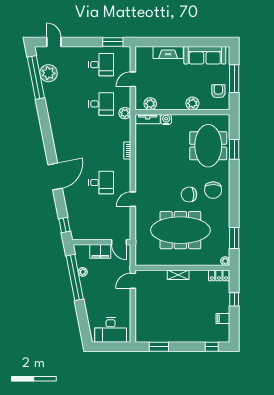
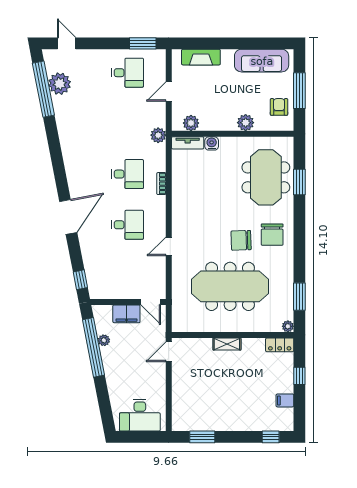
fireplace: (168, 53) -> (201, 57), moved
desk: (101, 104) -> (128, 174), moved

